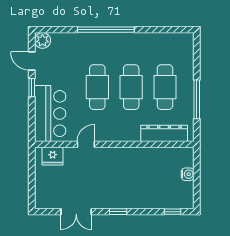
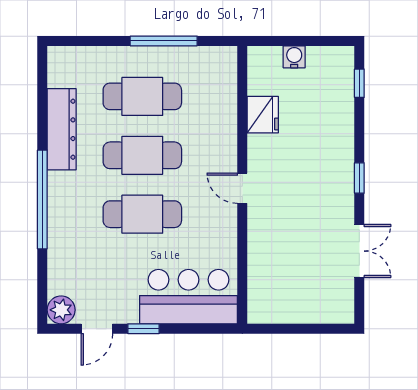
dresser: (164, 133) -> (62, 129), moved, turned 180
door: (86, 144) -> (242, 188), moved
fridge: (53, 156) -> (263, 115), moved

